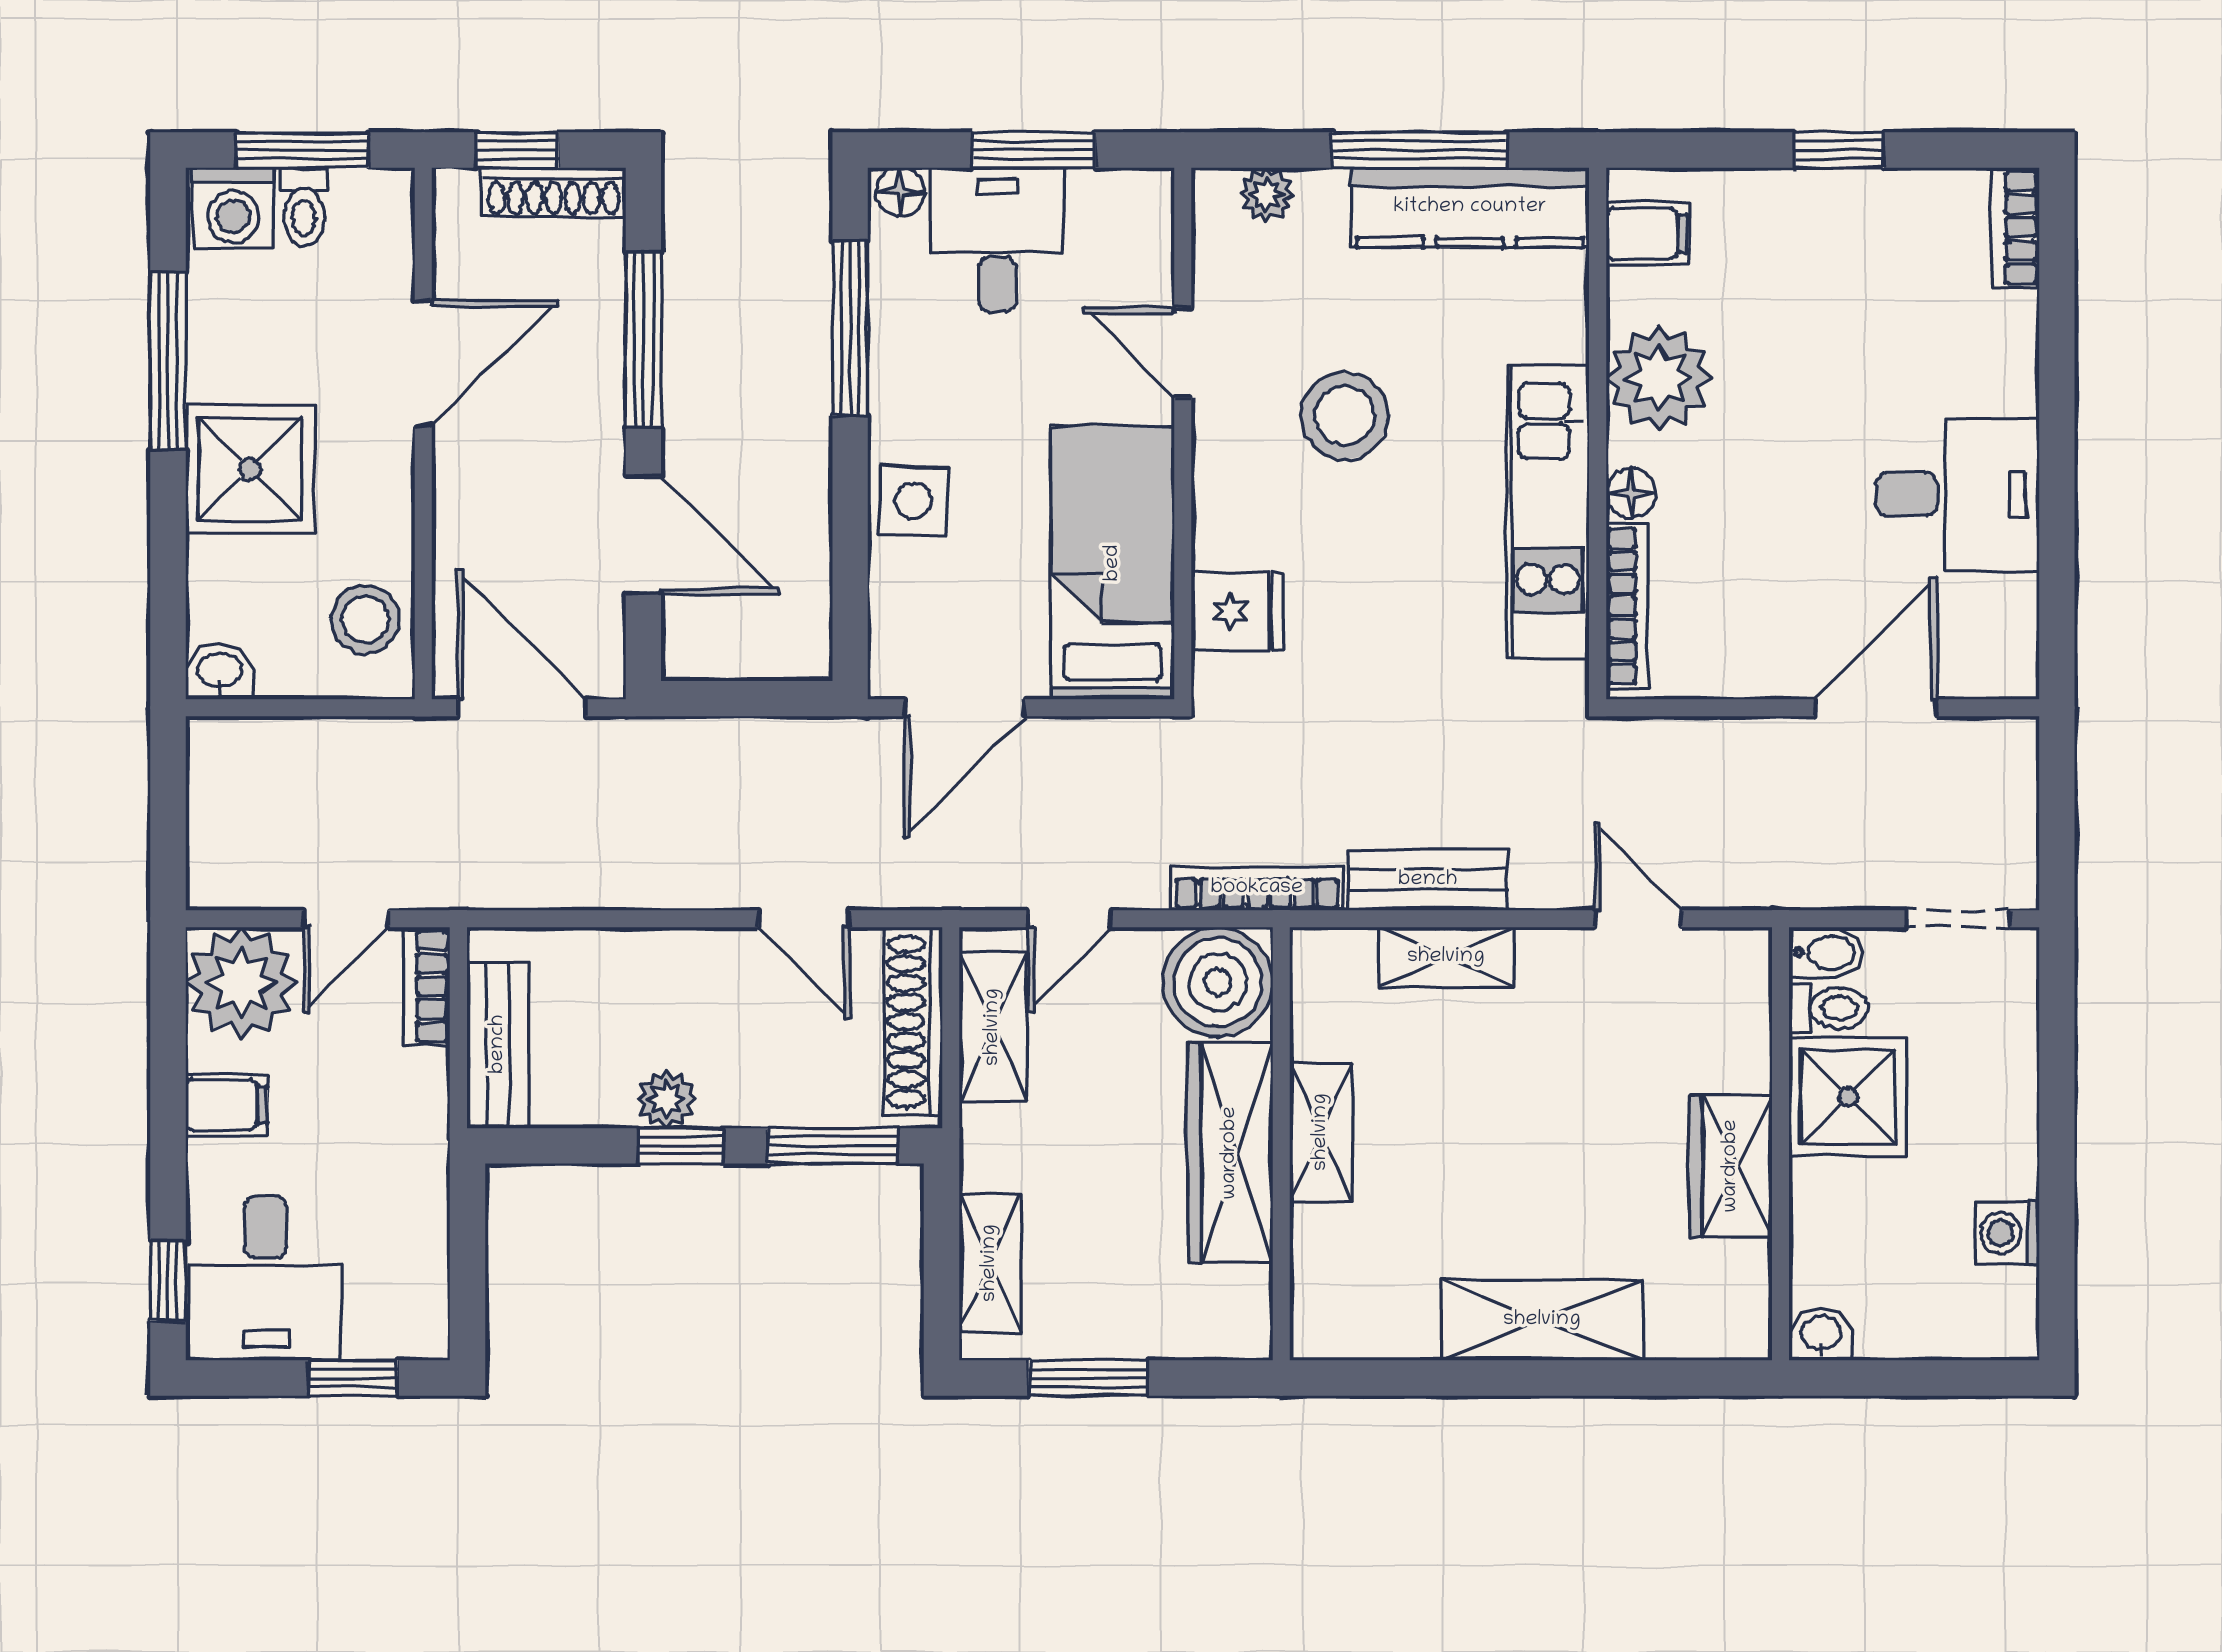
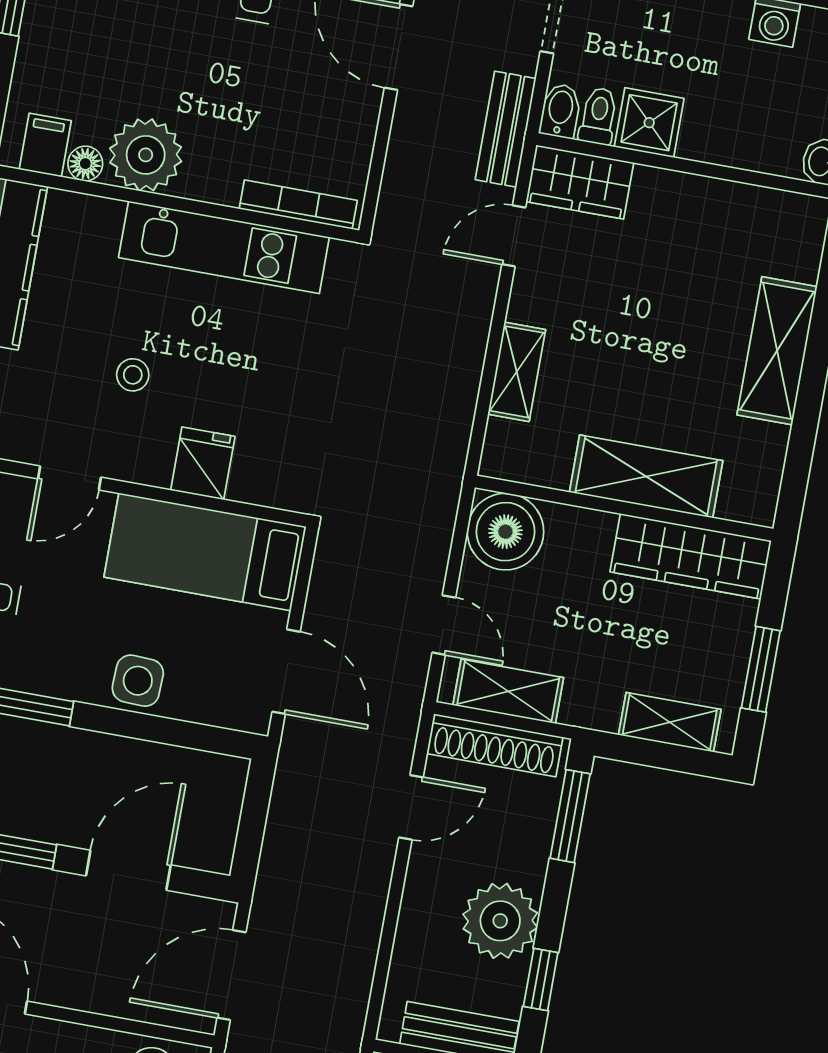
stool: (1345, 416) -> (133, 375), width x0.53, depth x0.53
floor lamp: (1631, 493) -> (85, 164), moved
fridge: (1237, 611) -> (203, 463), moved
bench: (1428, 880) -> (506, 129), moved
bookcase: (1257, 888) -> (446, 493), removed
shower: (1848, 1097) -> (649, 123), width x0.73, depth x0.73
plant: (666, 1099) -> (500, 921), width x1.88, depth x1.88
shelving: (1321, 1132) -> (646, 476), width x1.50, depth x1.33
window: (681, 1146) -> (541, 980), moved
wardrobe: (1230, 1153) -> (691, 556), moved
wardrobe: (1731, 1166) -> (580, 182), moved

